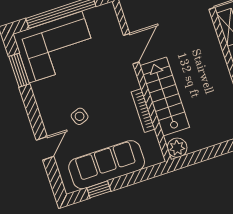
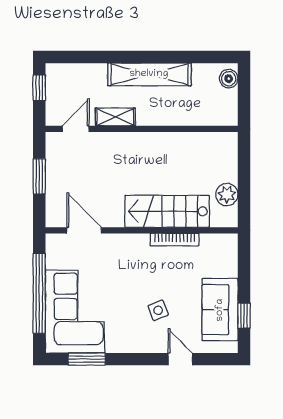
door: (131, 49) -> (84, 230), moved
plant: (177, 148) -> (227, 194), moved
sofa: (107, 165) -> (220, 310), width x0.73

